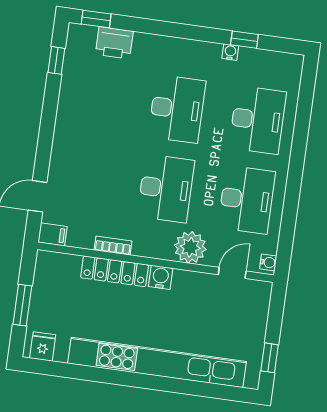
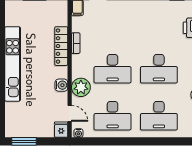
water cooler: (161, 277) -> (61, 85), moved
fridge: (43, 346) -> (61, 130), moved, turned -90
window: (270, 358) -> (24, 141), width x1.50
kitchen unit: (157, 362) -> (13, 64), width x0.73

